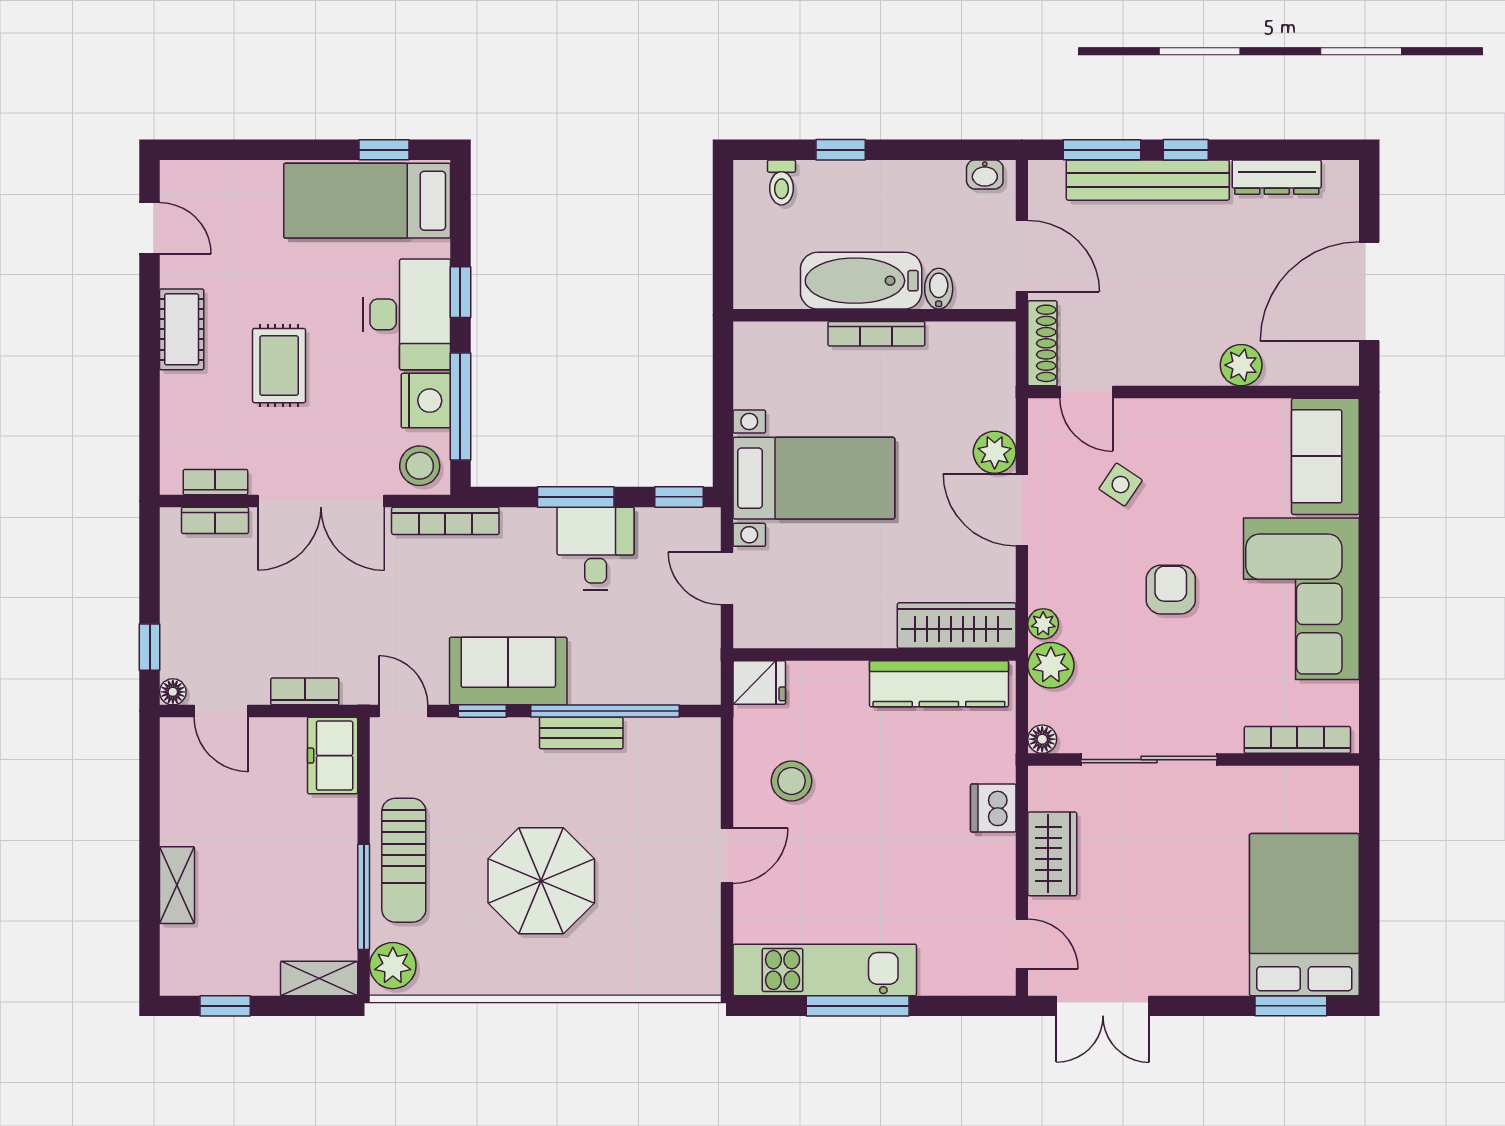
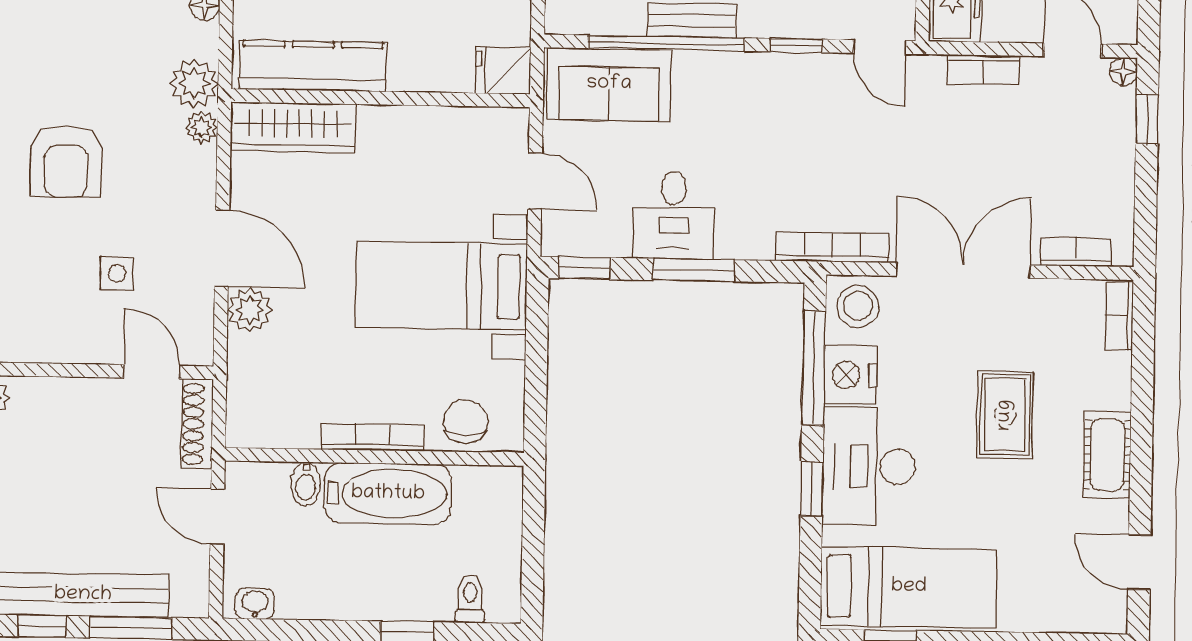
door: (1022, 256) -> (217, 517), width x0.73
chair: (789, 350) -> (465, 422), added
bookcase: (215, 482) -> (1119, 316), moved, turned 90
side table: (1121, 485) -> (117, 273), turned -34
armchair: (1171, 590) -> (66, 161), width x1.38, depth x1.38
sofa: (508, 671) -> (609, 84), moved

